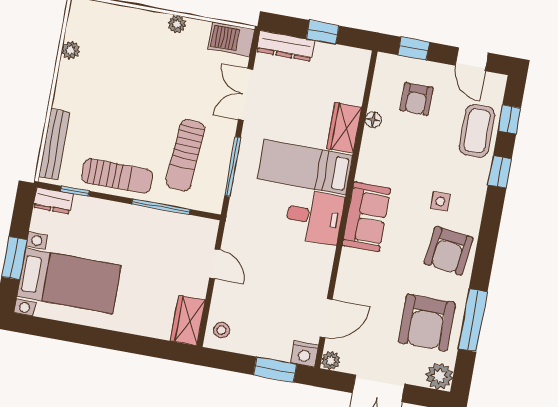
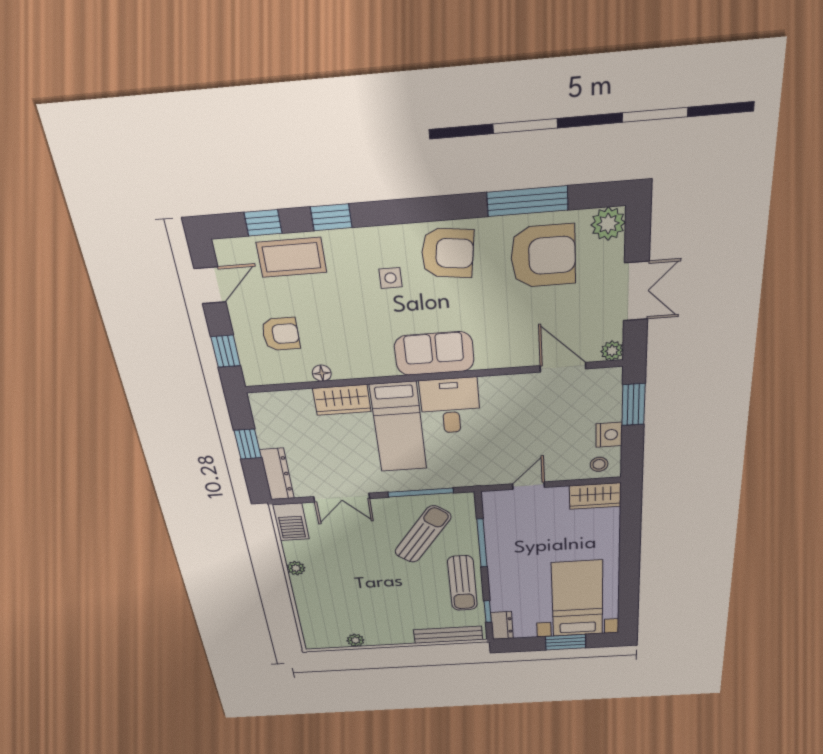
sun lounger: (185, 155) -> (423, 534), turned -57
sun lounger: (117, 176) -> (462, 583), turned 180
nightstand: (304, 354) -> (609, 435), moved

